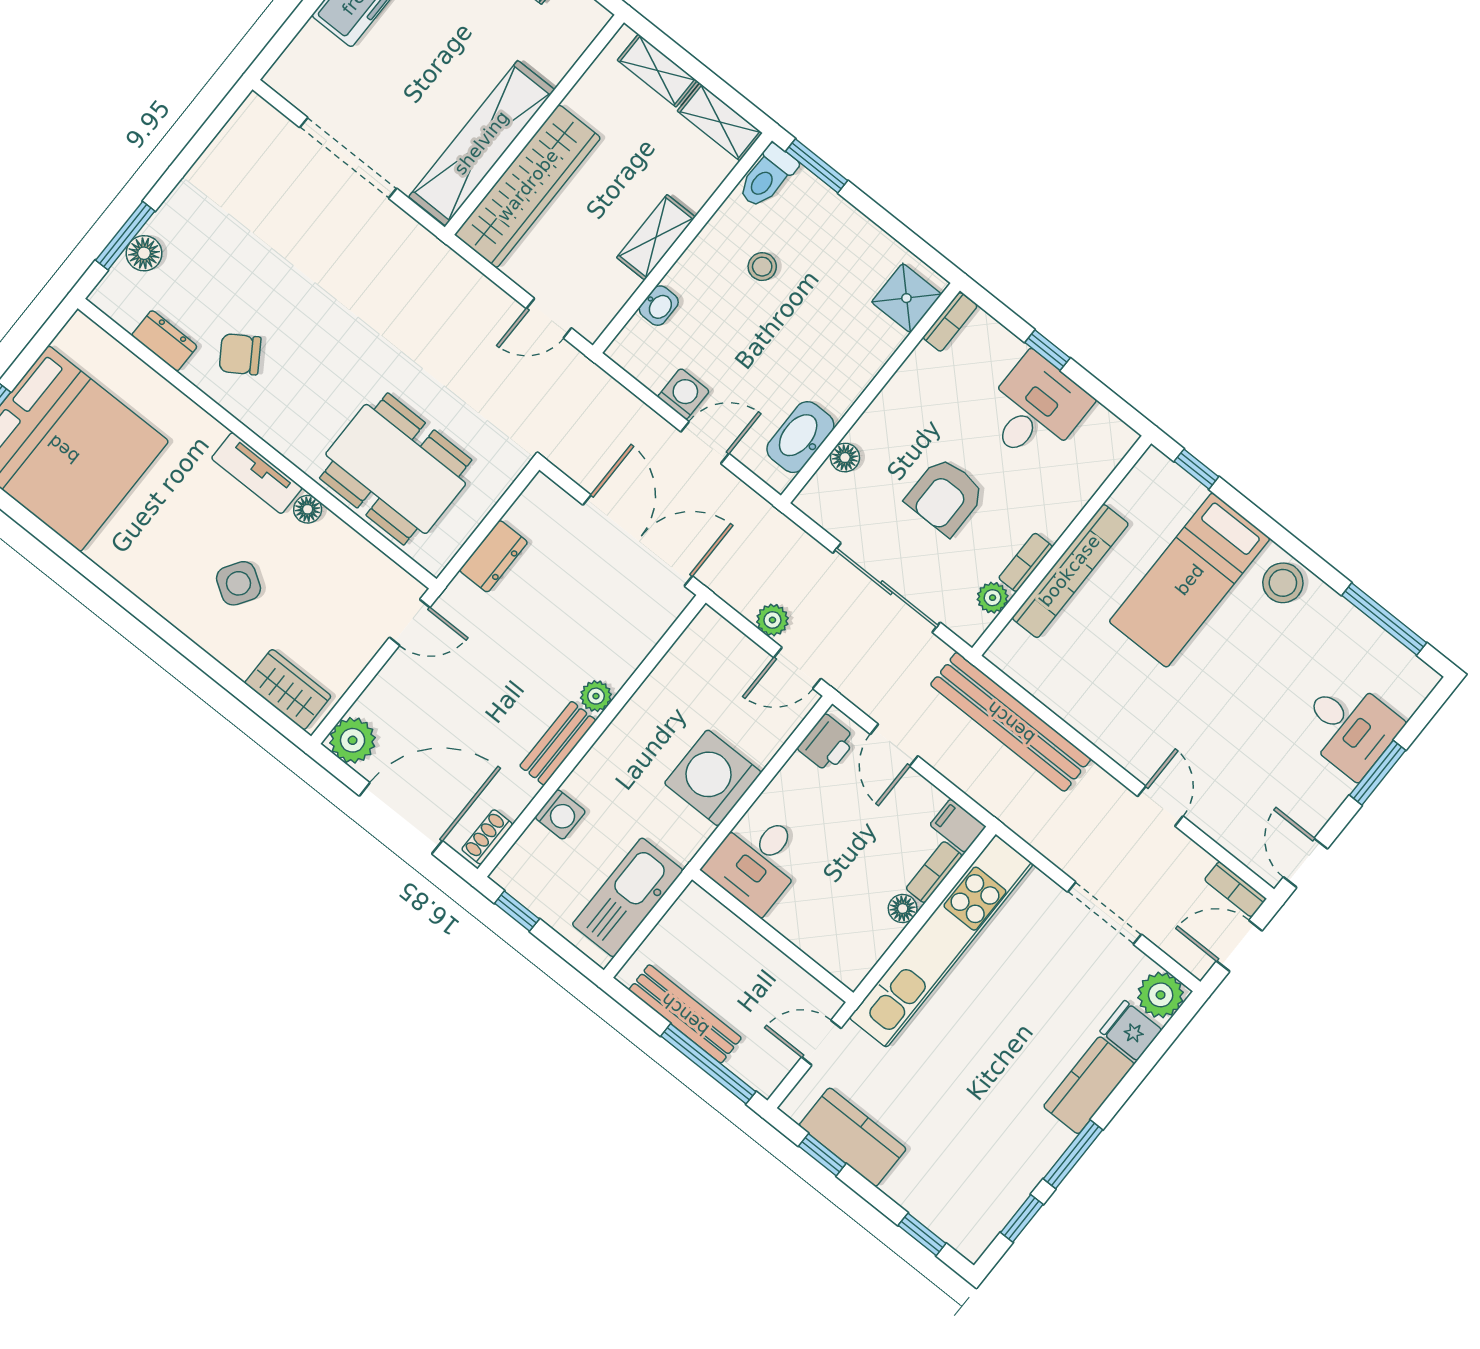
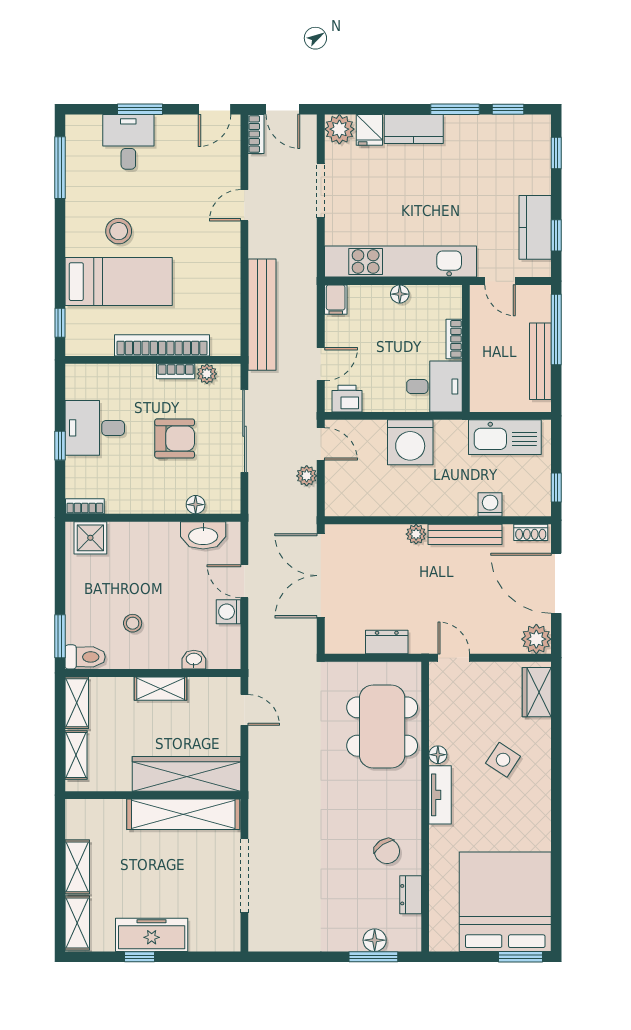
stool: (1283, 583) -> (119, 231), moved
bench: (558, 743) -> (465, 534), width x1.36
bookcase: (934, 872) -> (454, 339), moved, turned 90

